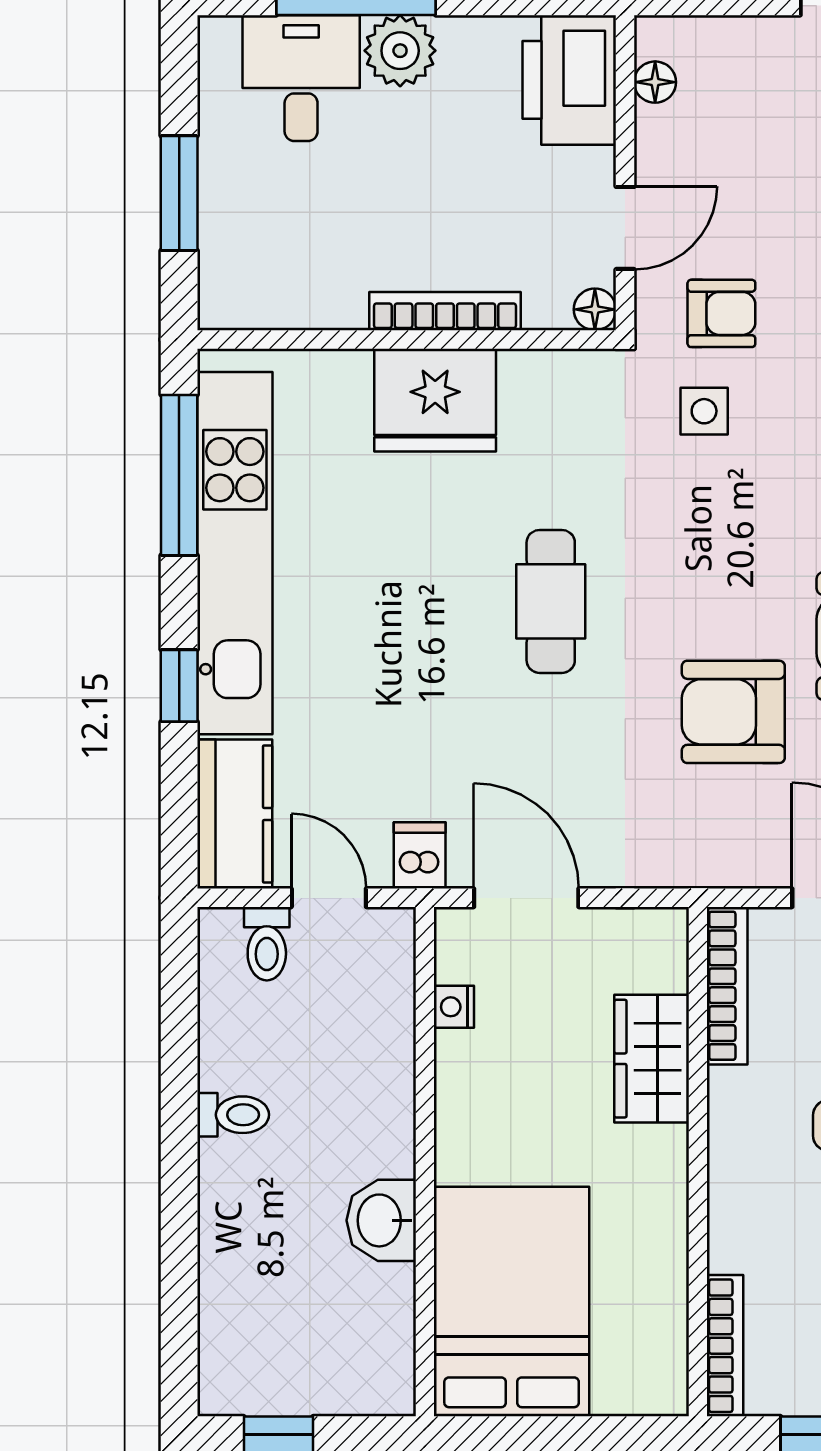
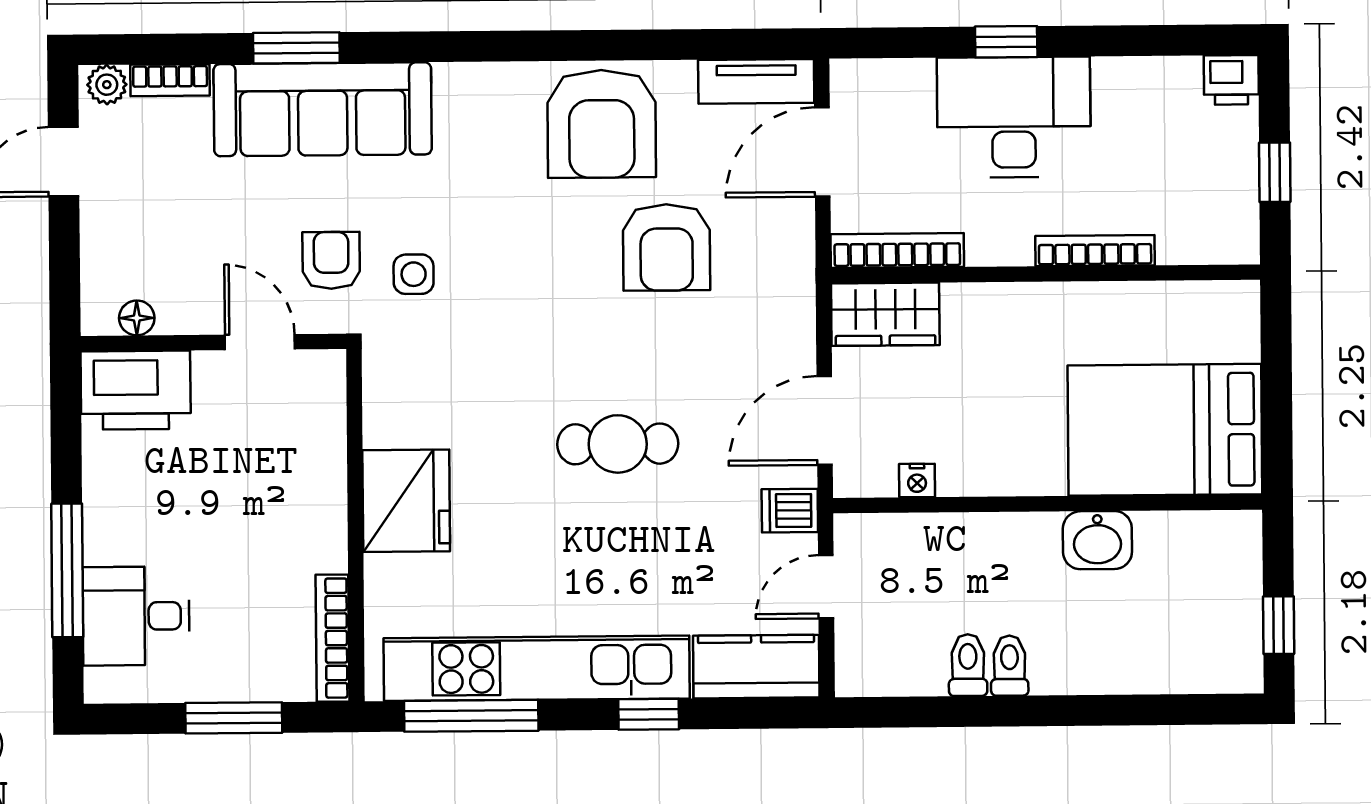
plant: (400, 51) -> (112, 533), removed
floor lamp: (595, 309) -> (329, 367), removed
bookcase: (445, 311) -> (333, 638), moved
cafe table: (551, 601) -> (618, 444), moved
toilet: (267, 944) -> (968, 665), moved, turned -90
wardrobe: (652, 1059) -> (885, 314), moved
bookcase: (725, 1346) -> (1095, 251), moved

